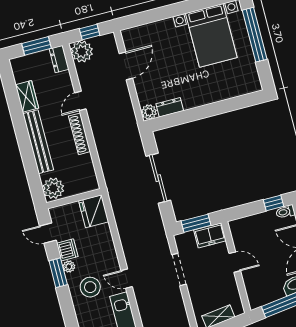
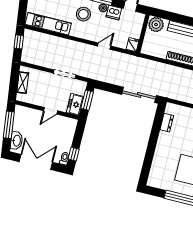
plant: (149, 112) -> (171, 108), removed
sliding door: (158, 178) -> (139, 95), moved
fridge: (94, 211) -> (133, 45), width x0.53, depth x0.75
door: (127, 279) -> (104, 46), moved

